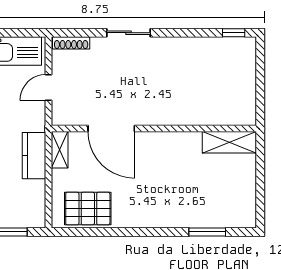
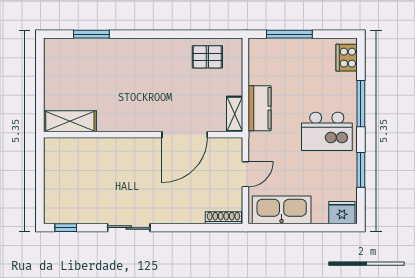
sliding door: (128, 33) -> (129, 228), moved
door: (111, 128) -> (185, 135), swing flipped
pallet: (88, 209) -> (207, 57), width x0.67, depth x0.71

